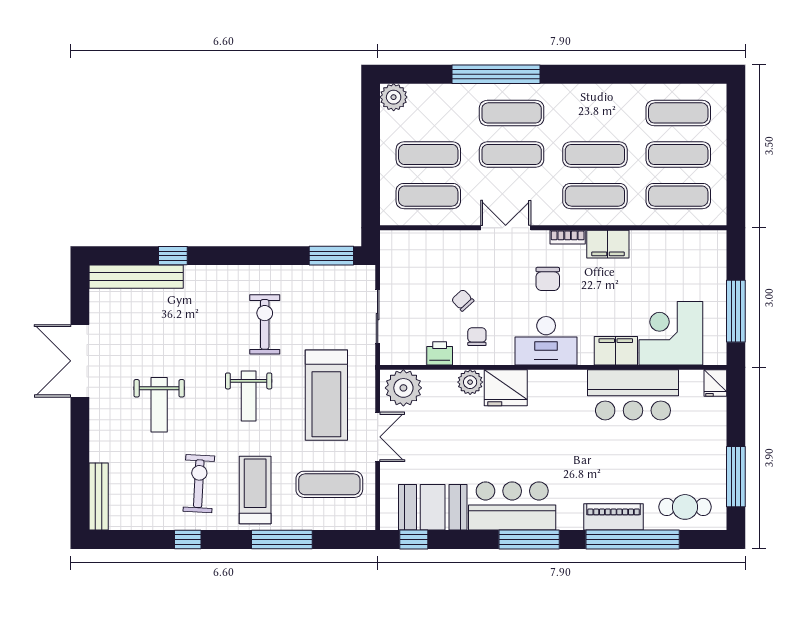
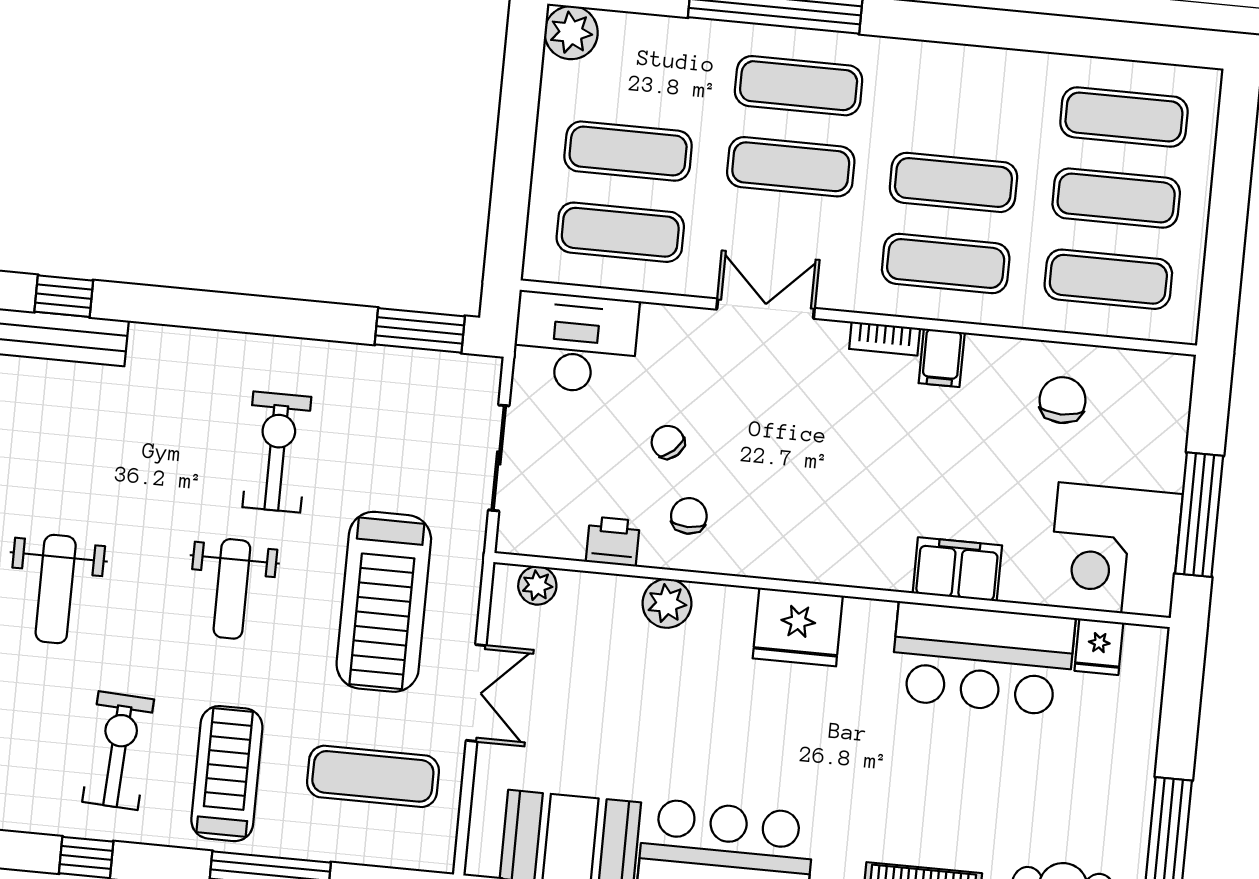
filing cabinet: (608, 244) -> (942, 358), width x0.50
window: (173, 256) -> (64, 296), moved
chair: (548, 279) -> (1062, 400), moved, turned 180
corner desk: (671, 333) -> (1115, 550), moved, turned -90
desk: (546, 341) -> (575, 343), moved, turned 180
fridge: (715, 383) -> (1099, 647), moved
plant: (403, 388) -> (537, 585), width x0.53, depth x0.53
fridge: (506, 388) -> (798, 627), moved

